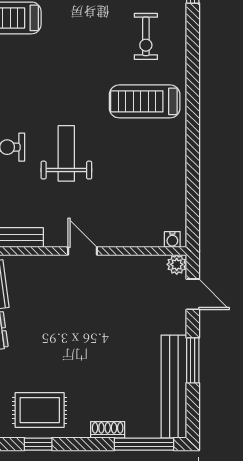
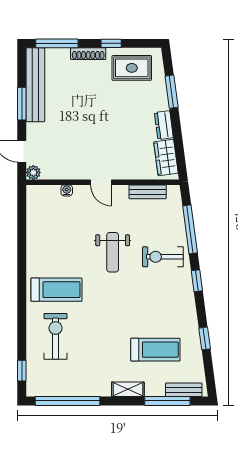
exercise bike: (146, 36) -> (55, 336), width x1.38, depth x1.39
water cooler: (172, 239) -> (67, 190), moved
shoe rack: (108, 430) -> (88, 54), width x1.43
window: (38, 444) -> (111, 43), moved

